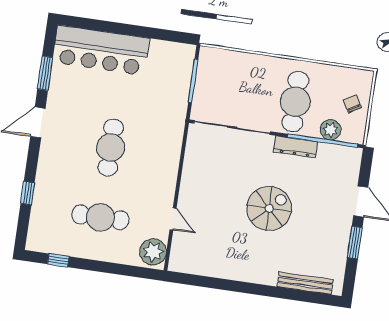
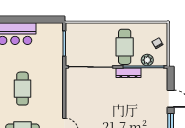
spiral stairs: (269, 208) -> (119, 110), removed

